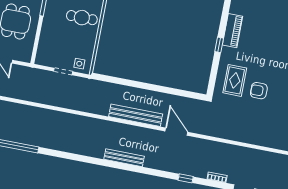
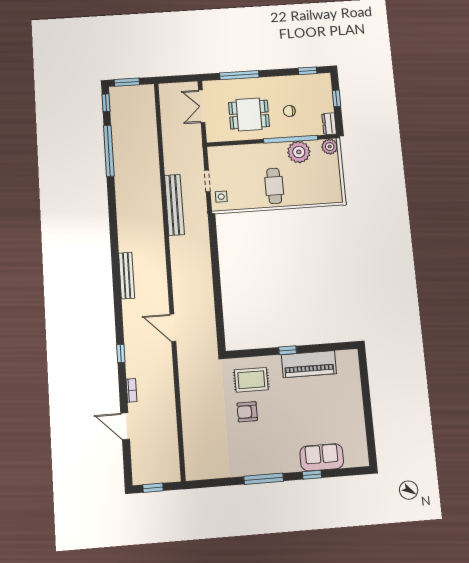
piano: (233, 31) -> (309, 364), width x1.37, depth x1.33
armchair: (259, 91) -> (247, 412), turned -90
bench: (136, 115) -> (174, 205), moved
door: (176, 132) -> (173, 328), swing flipped

